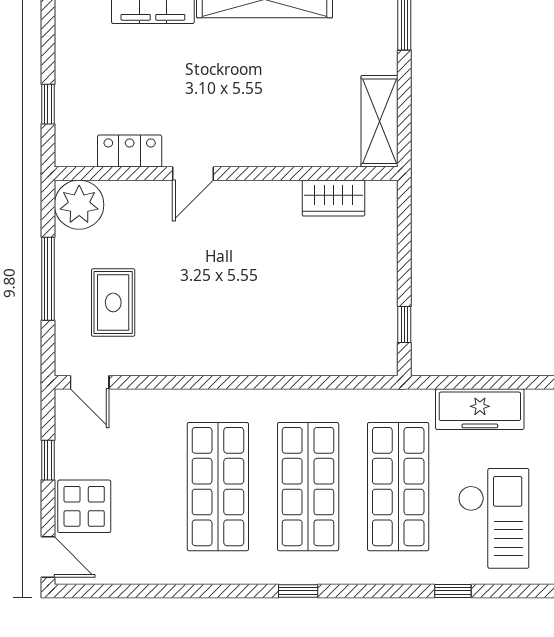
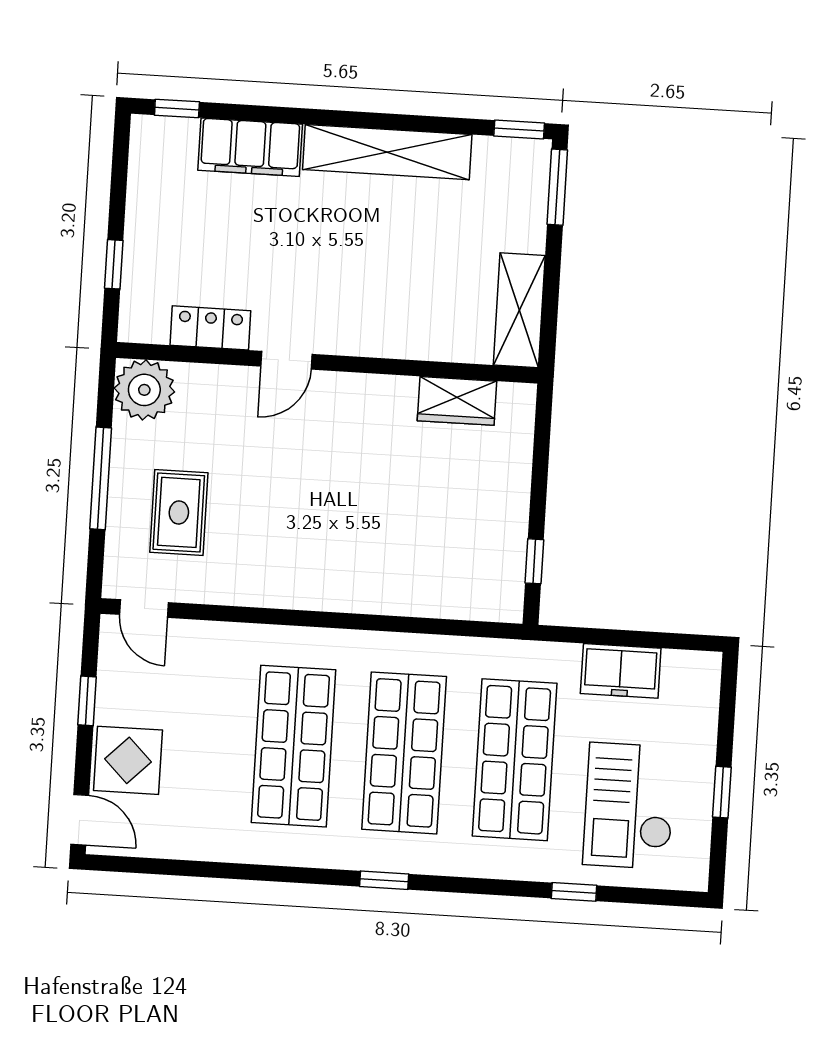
freezer: (480, 409) -> (621, 671), width x0.71
checkout: (494, 518) -> (629, 806), turned 180

